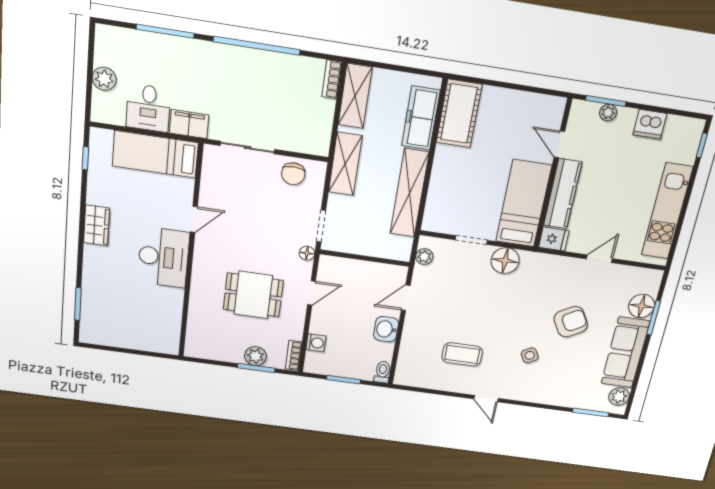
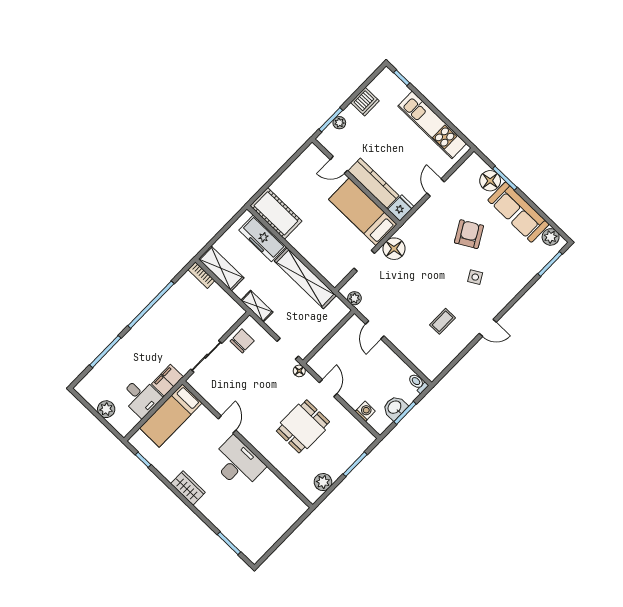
shelving: (345, 164) -> (257, 306), width x0.67, depth x0.75
chair: (293, 174) -> (242, 341), turned -90
washbasin: (386, 329) -> (395, 408), moved, turned 90
coffee table: (462, 354) -> (442, 321), width x0.73, depth x0.77
bookcase: (294, 355) -> (364, 433), removed
plant: (255, 356) -> (323, 482), moved

